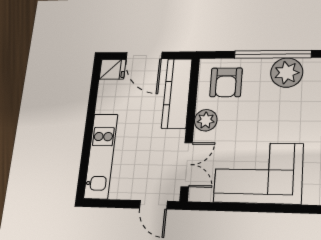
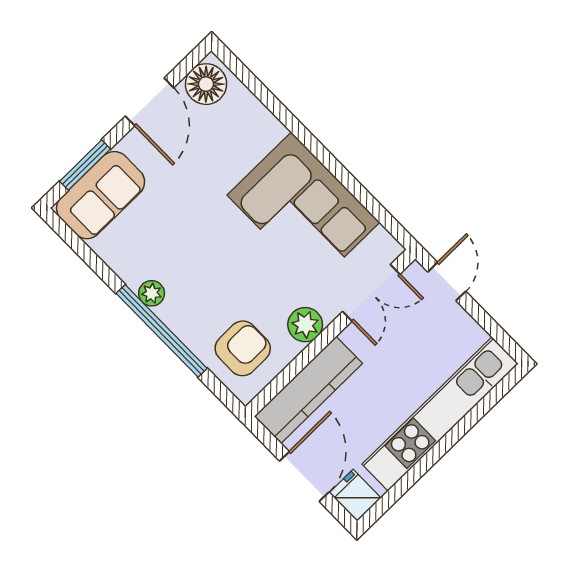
plant: (287, 73) -> (152, 293), width x0.53, depth x0.53
kitchen unit: (101, 156) -> (440, 414), width x1.36
double door: (187, 165) -> (371, 293), swing flipped

